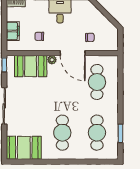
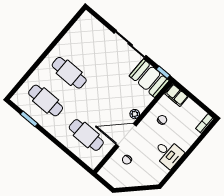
filing cabinet: (13, 31) -> (176, 95), moved
booth: (31, 66) -> (149, 78), moved, turned 90
booth: (24, 148) -> (83, 32), removed

